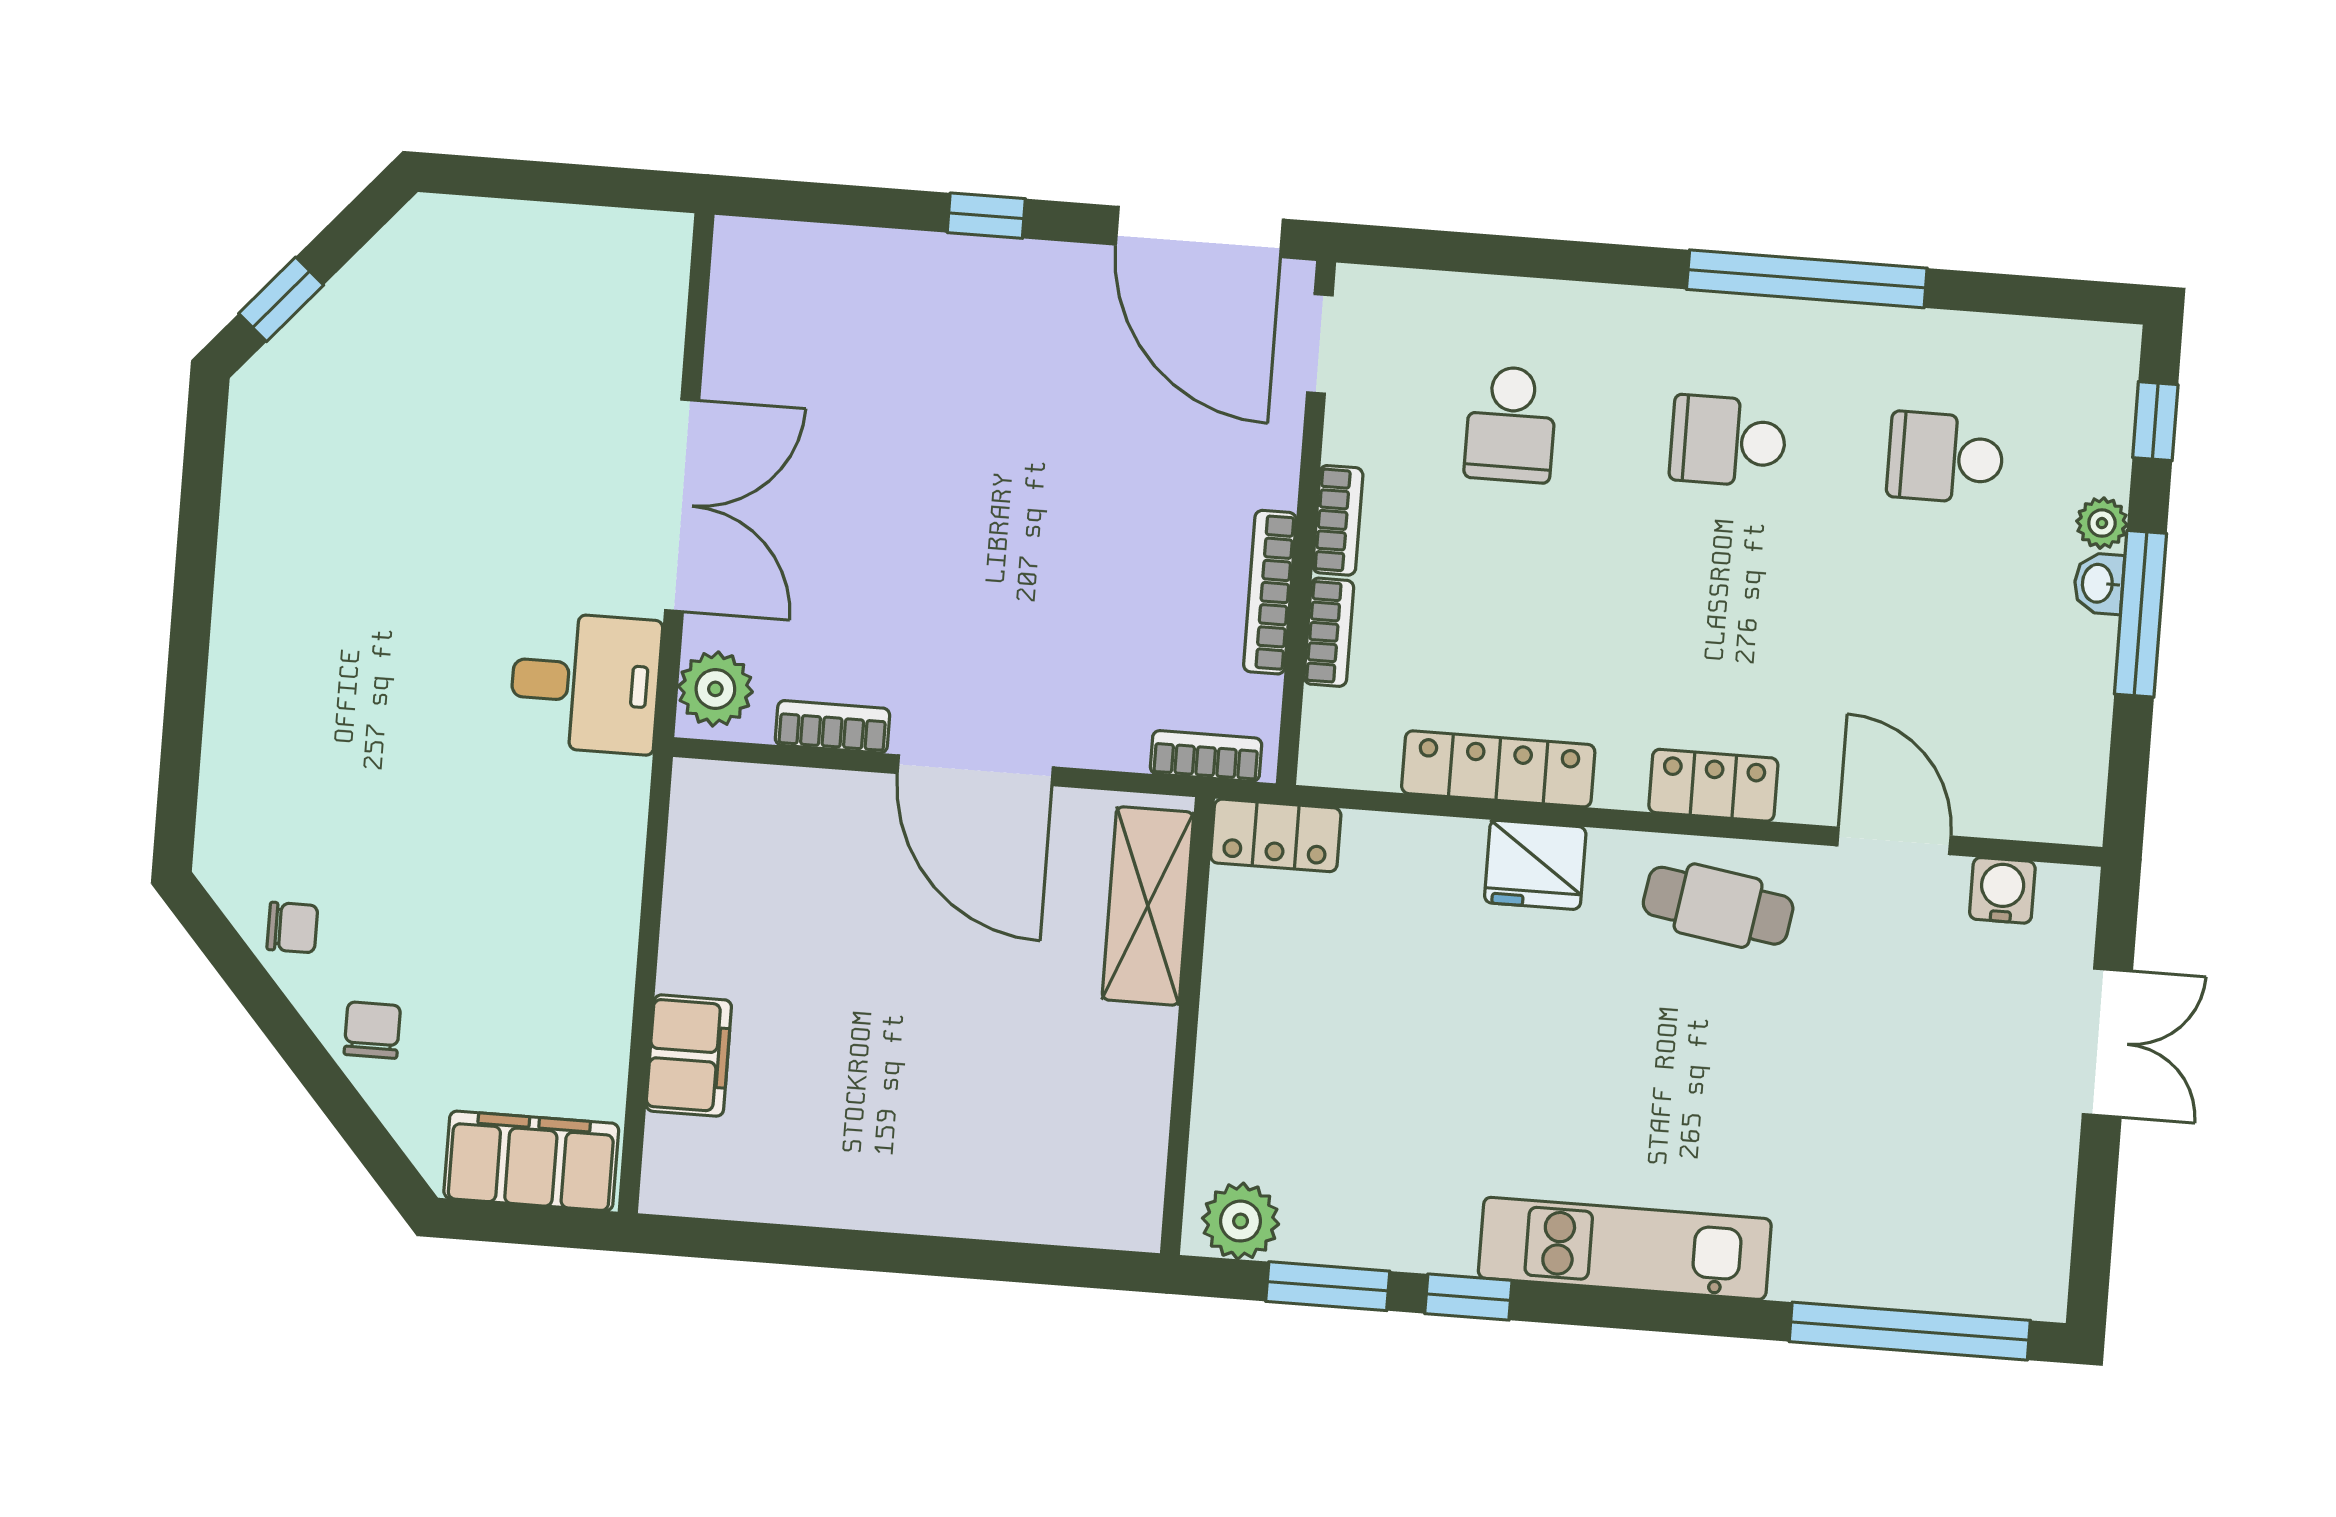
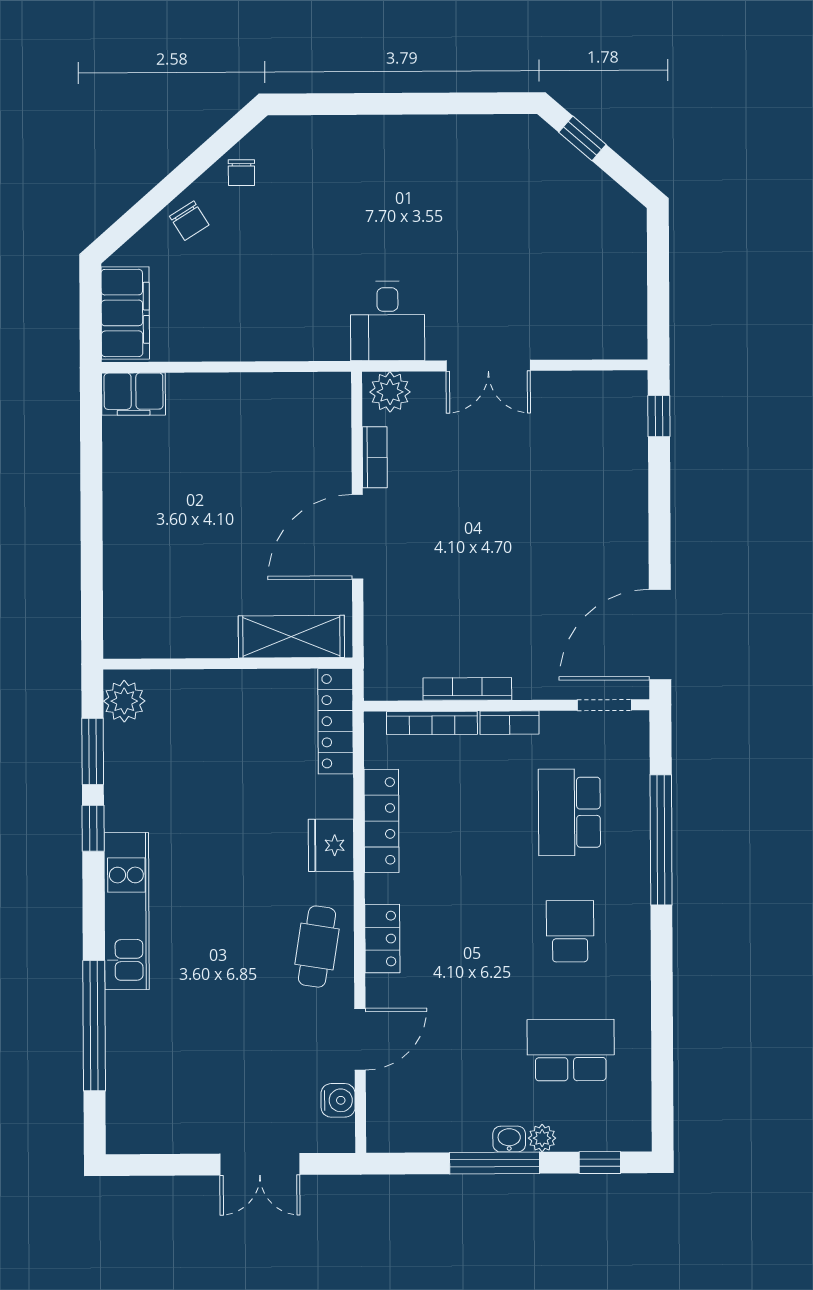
window: (986, 216) -> (659, 416), moved
window: (1807, 279) -> (661, 840), moved
school desk: (1511, 424) -> (569, 812), width x1.85
school desk: (1945, 458) -> (571, 1050), width x1.85
double door: (682, 505) -> (488, 366), width x0.73
bookcase: (1329, 632) -> (432, 723), width x1.56
bookcase: (1206, 756) -> (375, 662), removed
locker: (1276, 835) -> (335, 721), width x1.53
chair: (372, 1030) -> (189, 221), turned 58
filing cabinet: (689, 1056) -> (134, 394), moved
window: (1910, 1331) -> (94, 1026), moved

